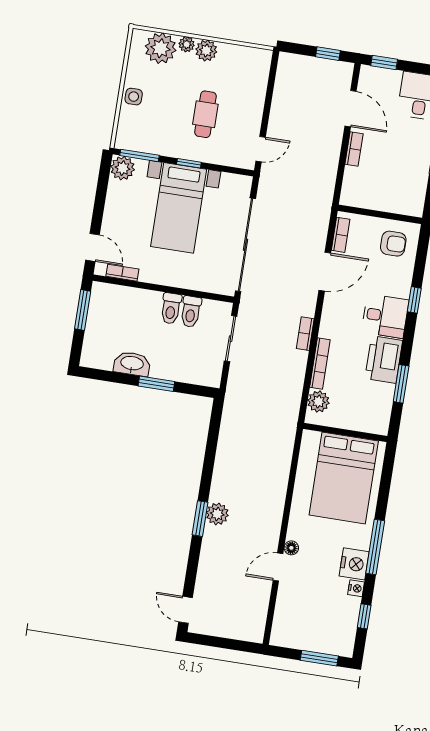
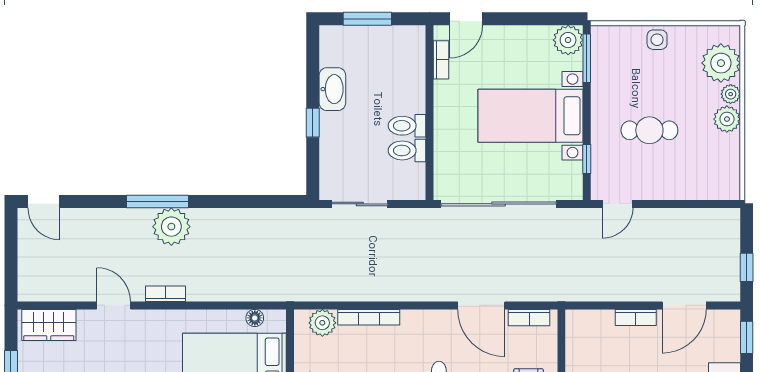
door: (261, 149) -> (618, 204), hinge flipped
window: (189, 163) -> (587, 159), moved
window: (83, 310) -> (367, 19), moved
bookcase: (305, 334) -> (165, 294), moved
sliding door: (231, 339) -> (360, 204), moved
window: (156, 384) -> (313, 123), width x0.67
plant: (217, 514) -> (171, 227), width x1.36, depth x1.36
window: (200, 519) -> (158, 201), width x1.44
floor lamp: (291, 548) -> (255, 318), moved
door: (186, 610) -> (44, 201), swing flipped
wardrobe: (285, 622) -> (49, 325), added

